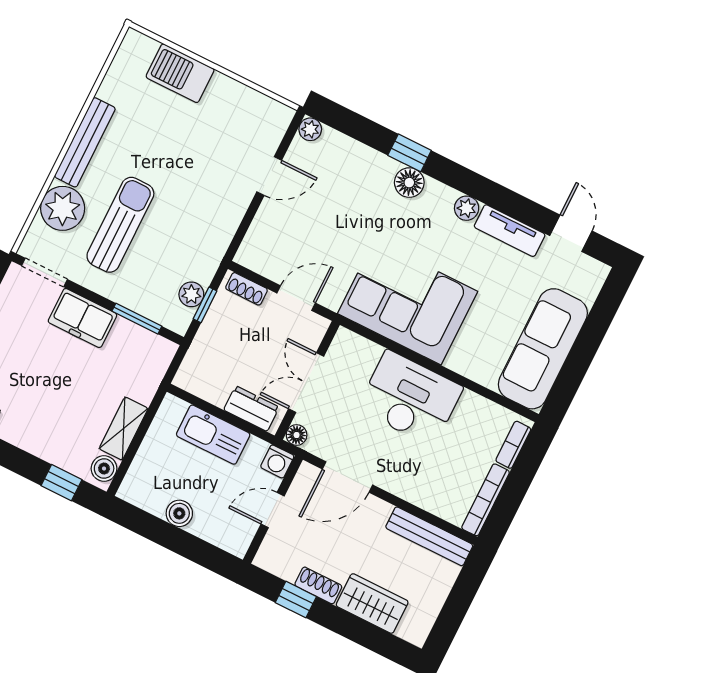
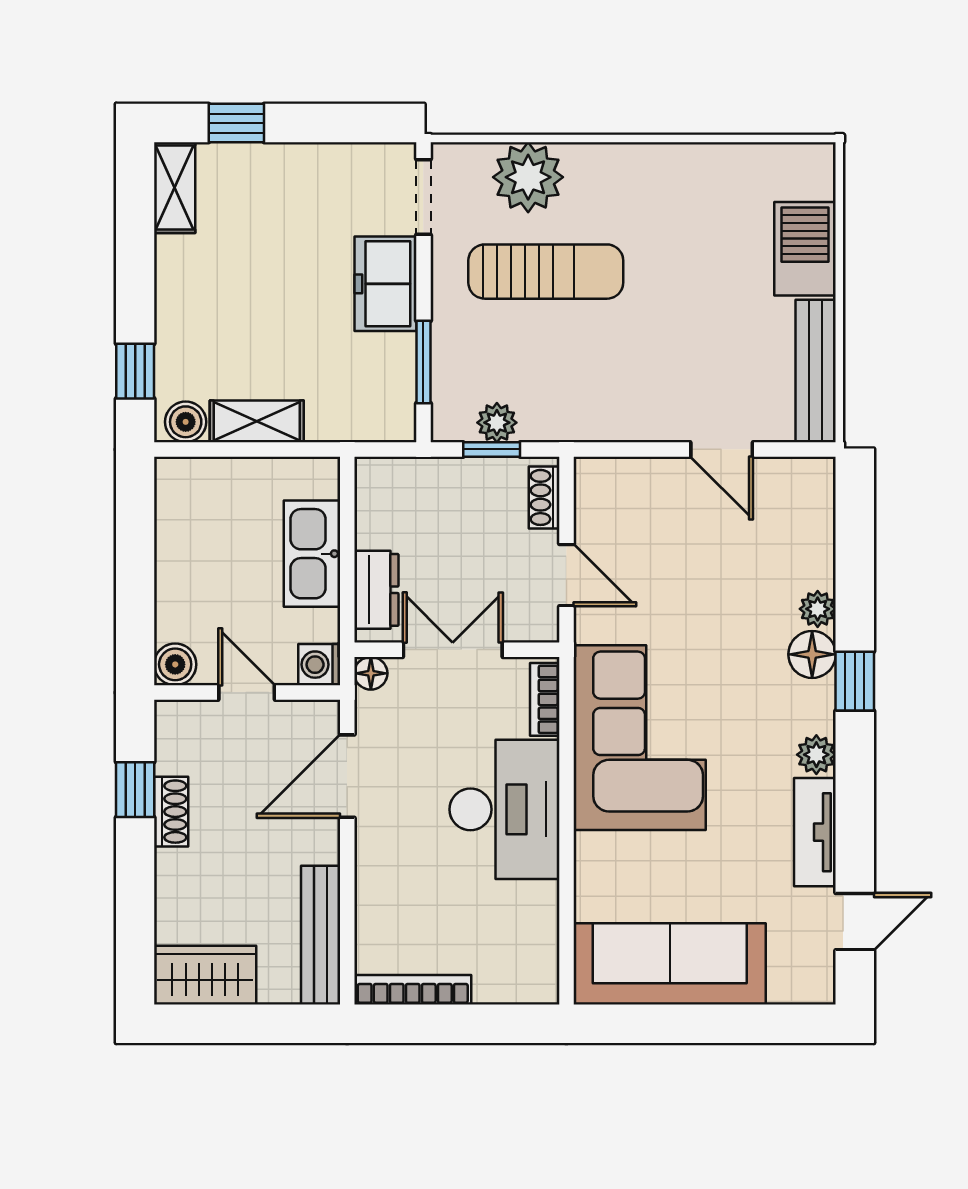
plant: (310, 129) -> (818, 609), moved
bench: (85, 142) -> (816, 371), moved, turned 90
window: (410, 153) -> (855, 681), moved
bookcase: (513, 445) -> (545, 699), moved, turned -90
door: (348, 477) -> (347, 776), hinge flipped
boiler: (179, 513) -> (175, 664), moved
wardrobe: (372, 604) -> (205, 975), moved, turned -90

